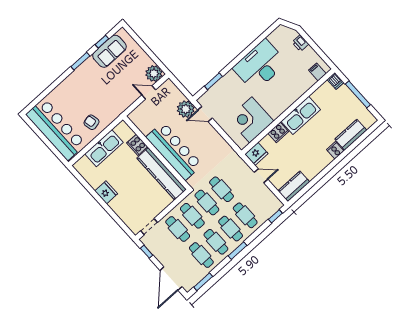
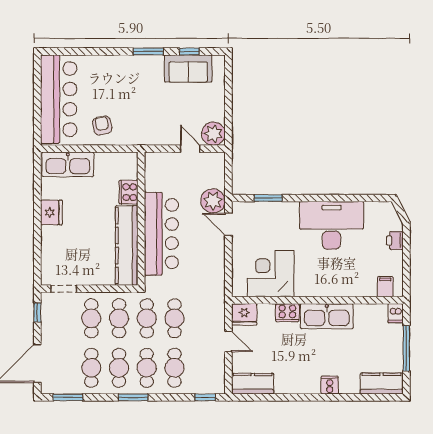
kitchen counter: (351, 135) -> (381, 384), moved
kitchen sink: (104, 148) -> (68, 164), moved

